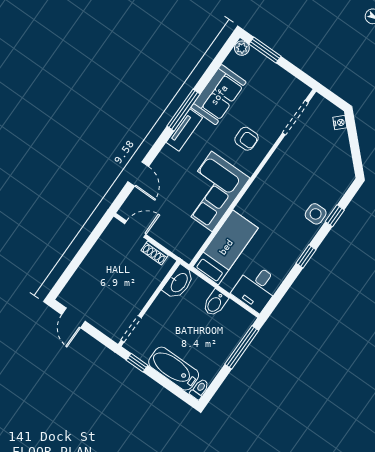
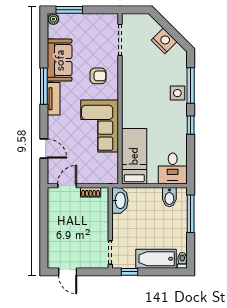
nightstand: (340, 123) -> (164, 41), moved, width x1.89, depth x1.79
window: (335, 216) -> (191, 86), width x2.17
bidet: (215, 303) -> (169, 197), moved

